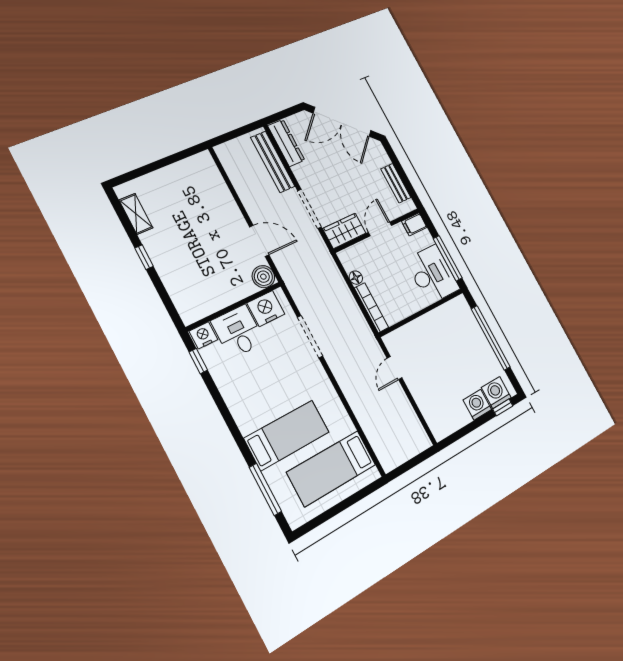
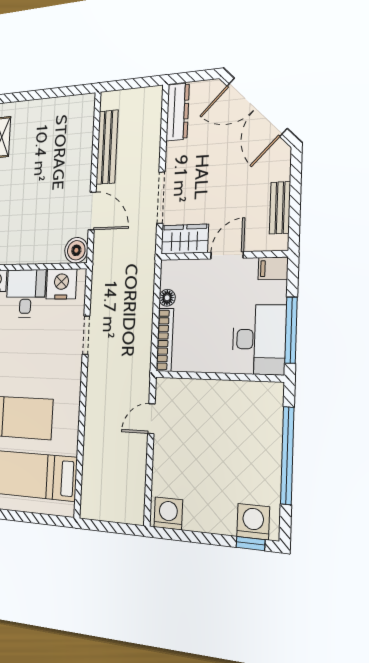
bench: (273, 162) -> (107, 147), moved
doorway: (310, 337) -> (86, 335), width x0.73
washing machine: (477, 405) -> (168, 513), moved

